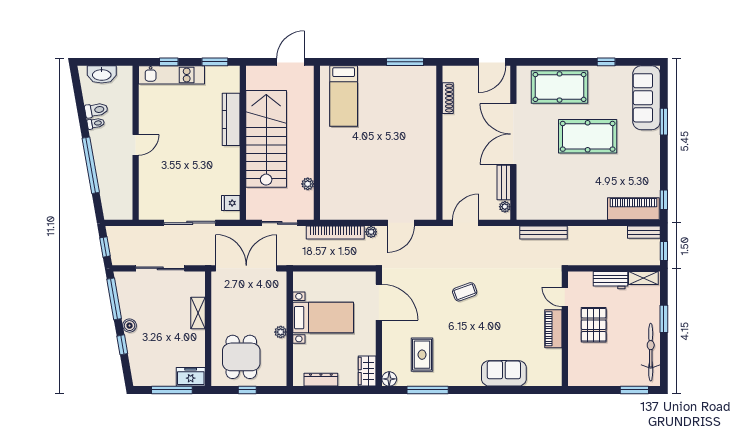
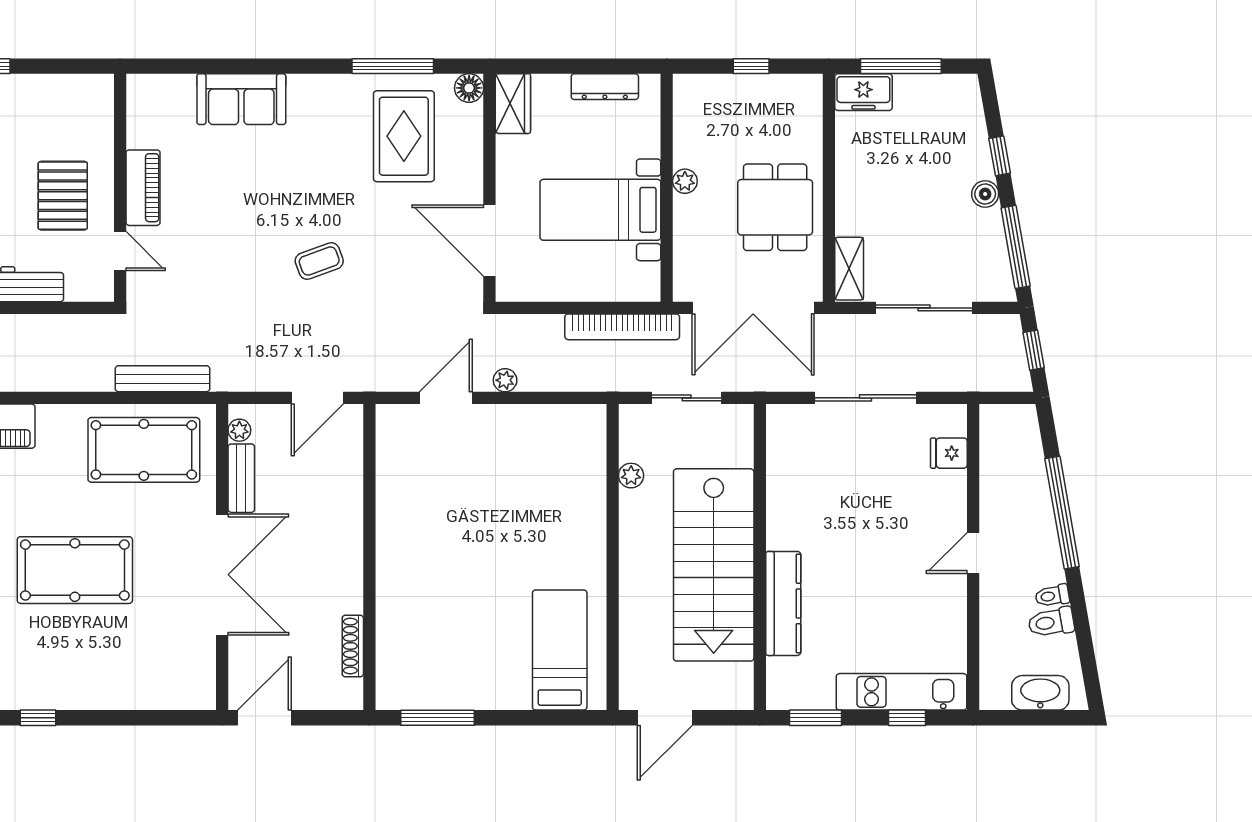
pool table: (560, 87) -> (144, 450), moved
fridge: (231, 203) -> (949, 453), moved, turned 180
bookcase: (335, 233) -> (622, 327), moved, turned 180
shelving: (198, 313) -> (849, 269), moved
rug: (422, 355) -> (404, 136), width x1.36, depth x1.43
dining table: (241, 357) -> (775, 207), moved

